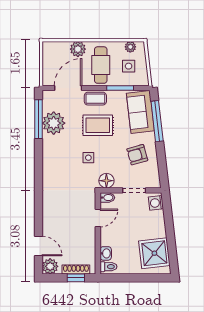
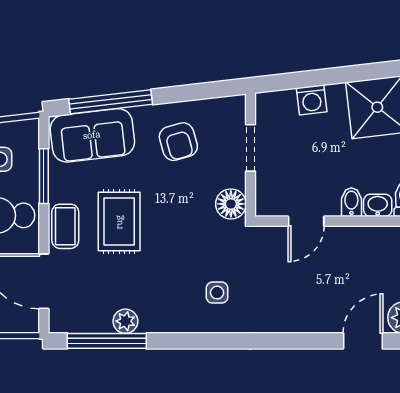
plant: (54, 123) -> (125, 321), width x0.53, depth x0.53
side table: (88, 158) -> (217, 293), moved
bidet: (107, 198) -> (351, 202), moved
washing machine: (156, 203) -> (312, 100), moved
door: (98, 218) -> (306, 221), swing flipped

